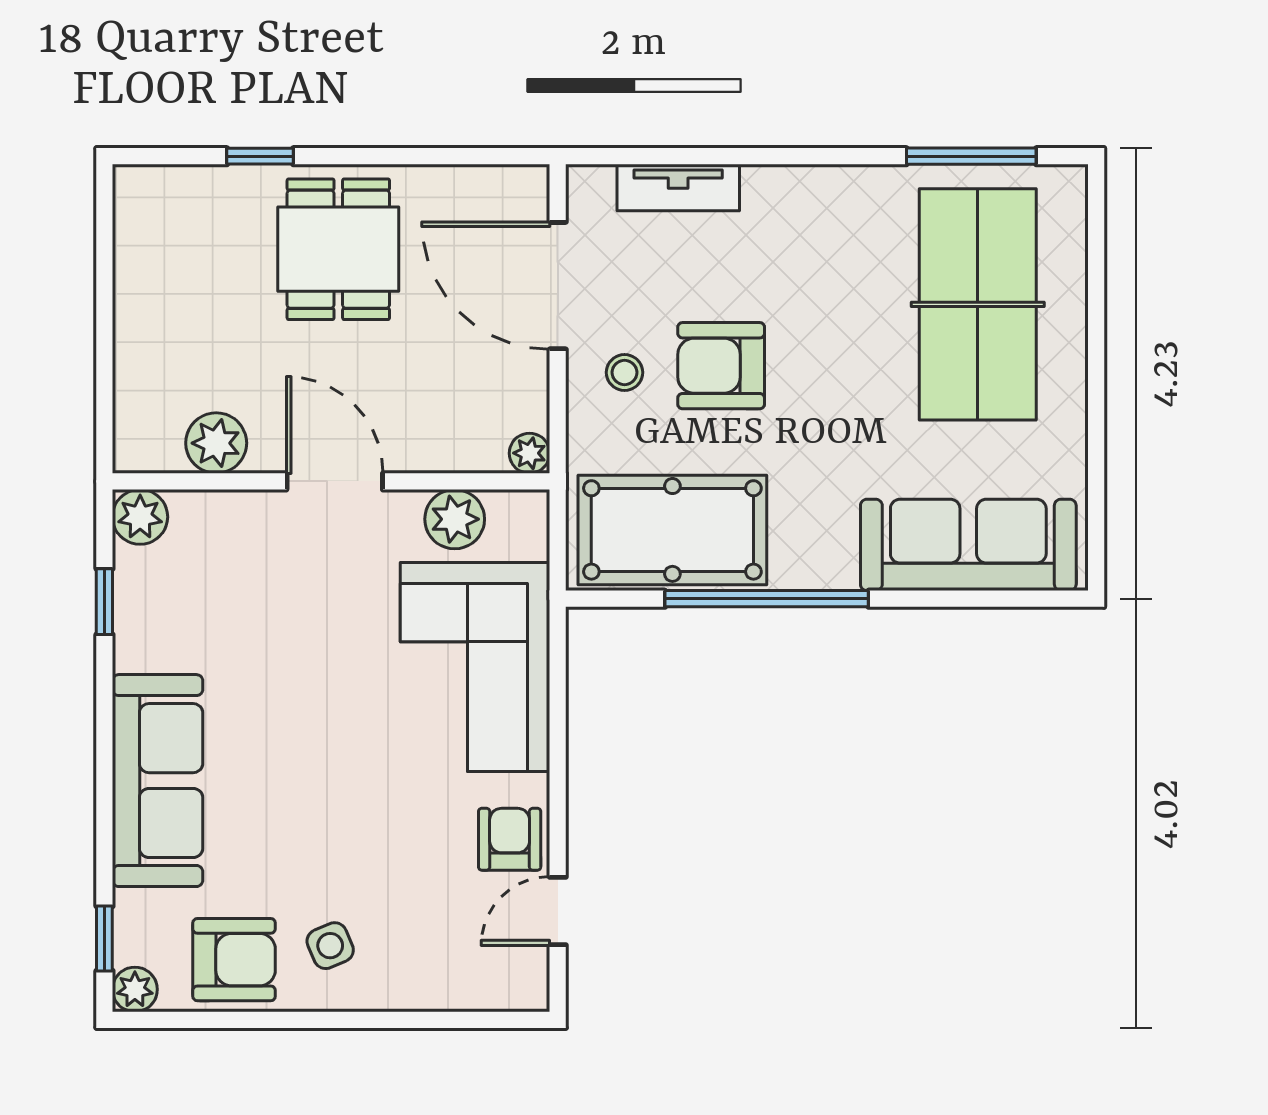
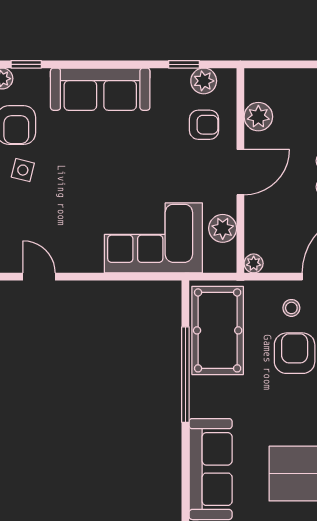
plant: (140, 517) -> (204, 81), moved
armchair: (510, 839) -> (204, 125), moved
side table: (330, 946) -> (23, 170), turned 37

